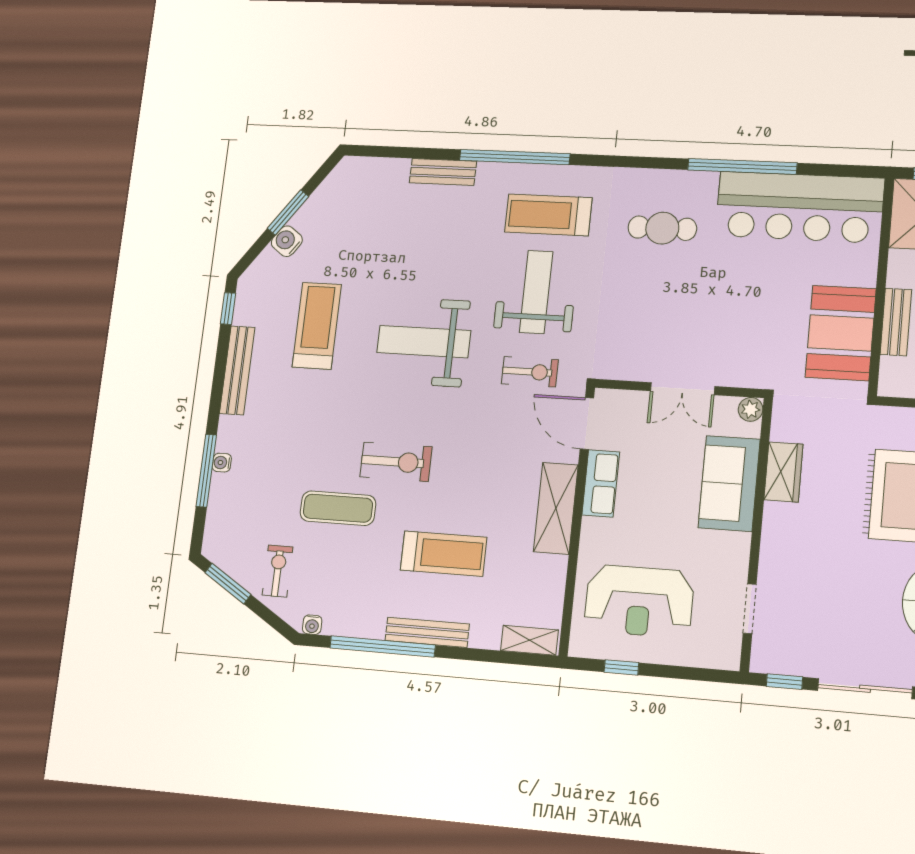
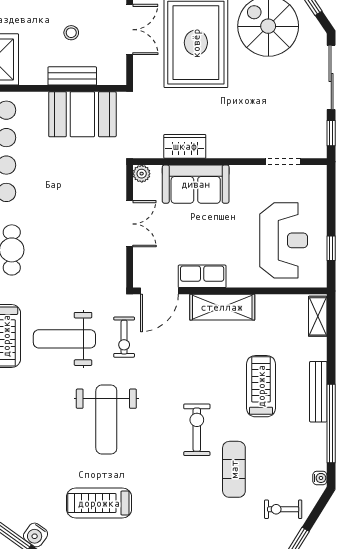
exercise bike: (530, 372) -> (124, 337), turned 180

